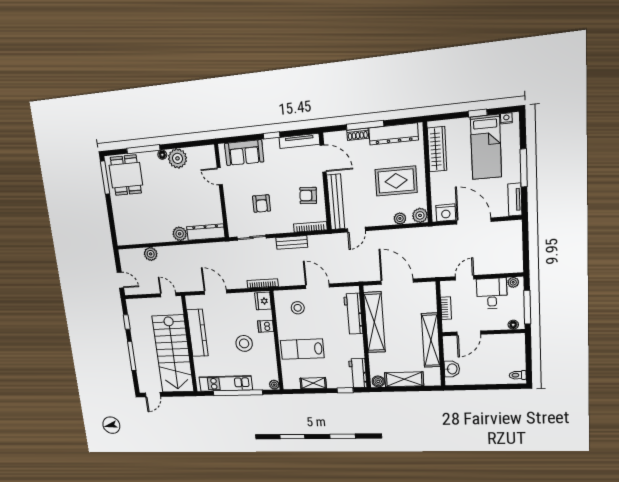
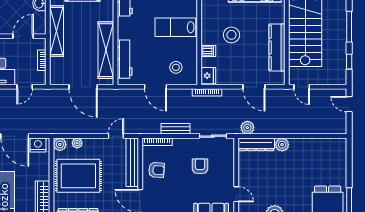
rug: (396, 181) -> (78, 176), width x1.37, depth x1.44
plant: (151, 254) -> (247, 128), moved
lab bench: (302, 349) -> (175, 27), turned 180

